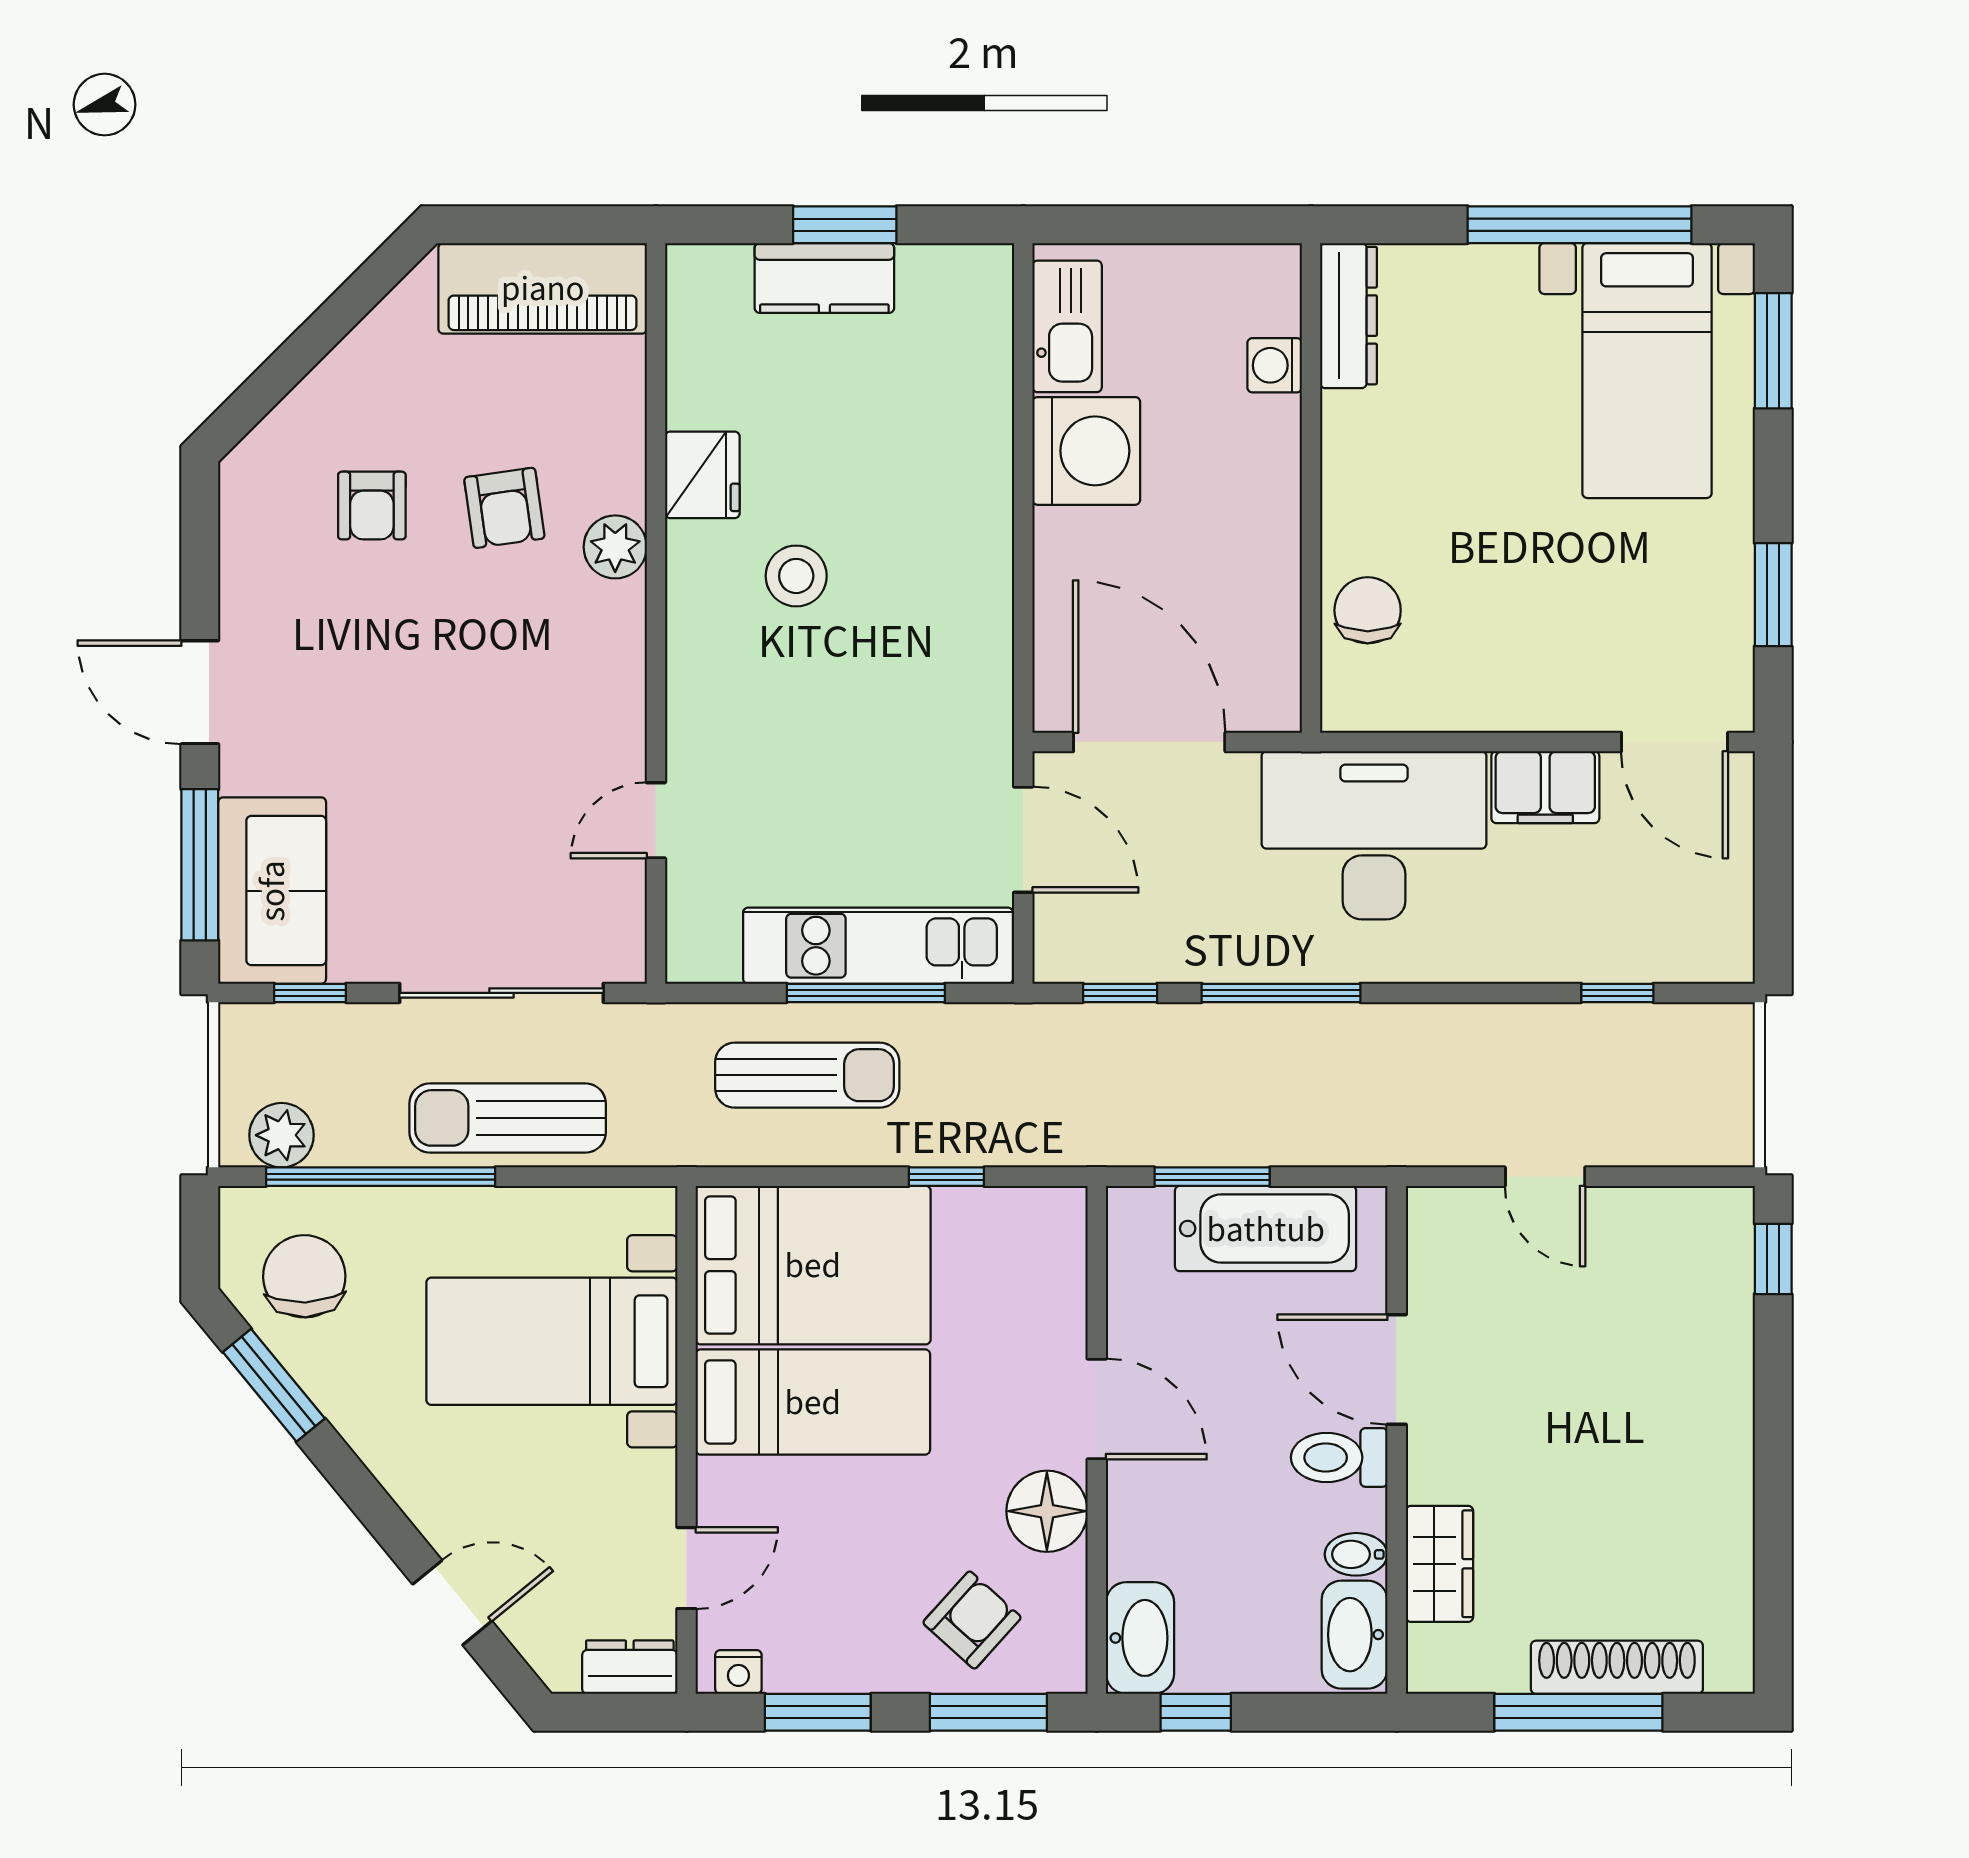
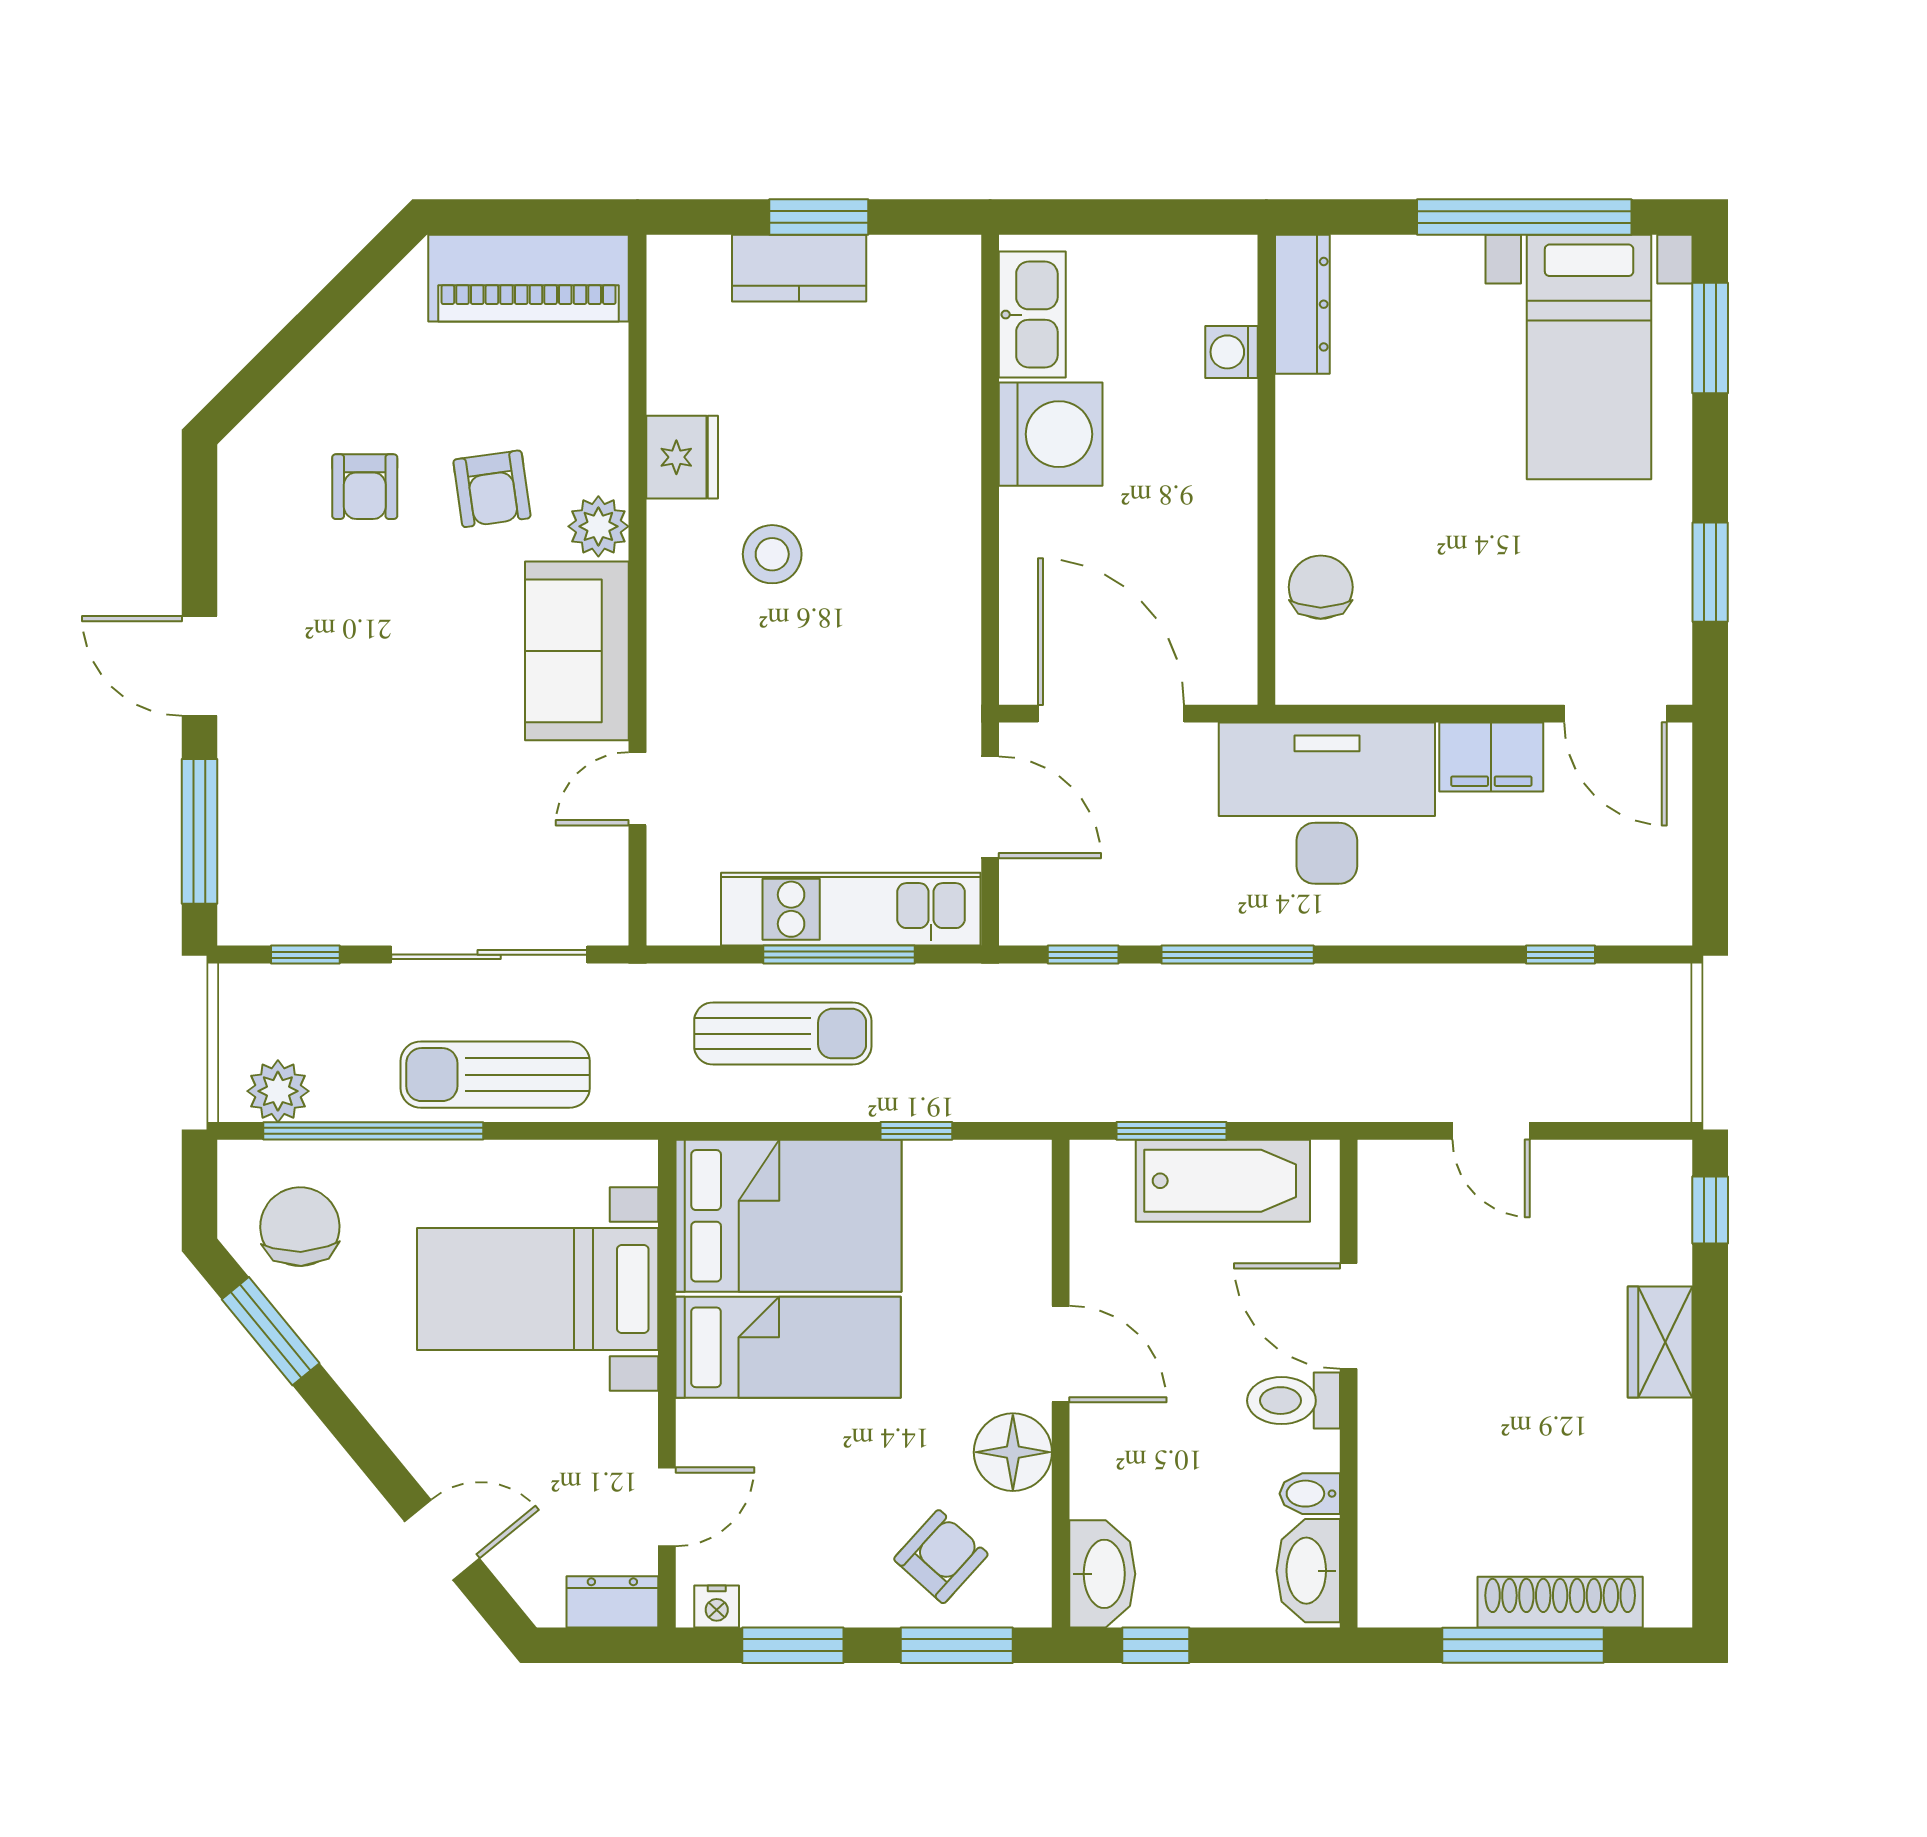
sofa: (272, 891) -> (577, 651), moved, turned 180
wardrobe: (1440, 1564) -> (1660, 1342), moved, turned 180

